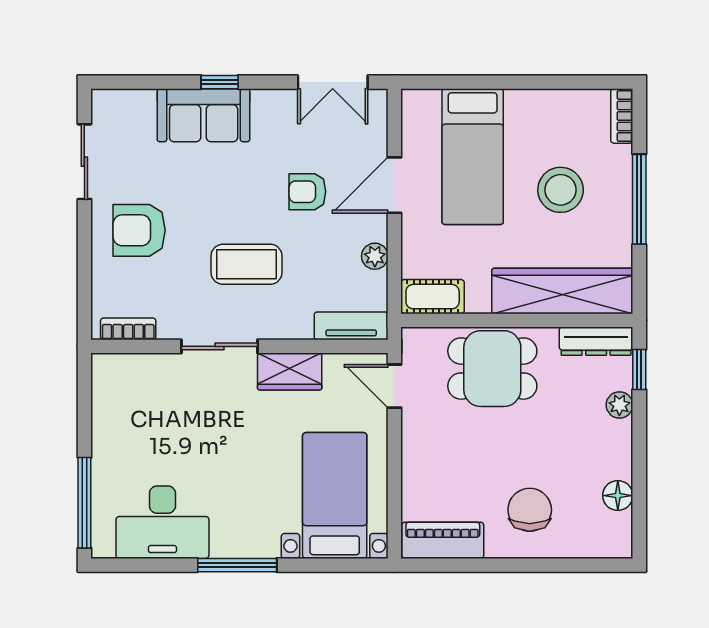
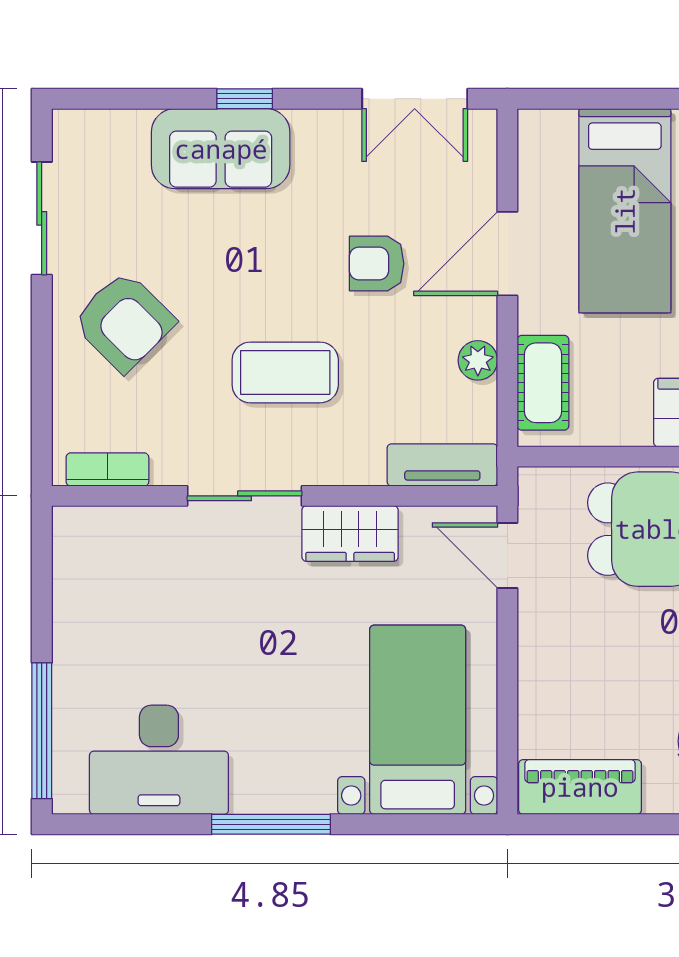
armchair: (139, 230) -> (124, 321), turned -135
cot: (433, 297) -> (543, 383), moved, turned 90

